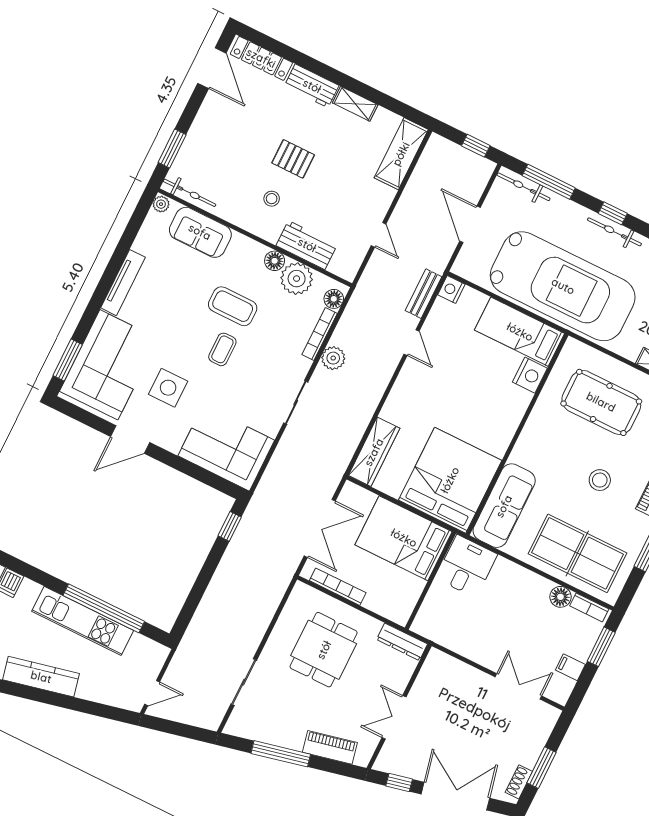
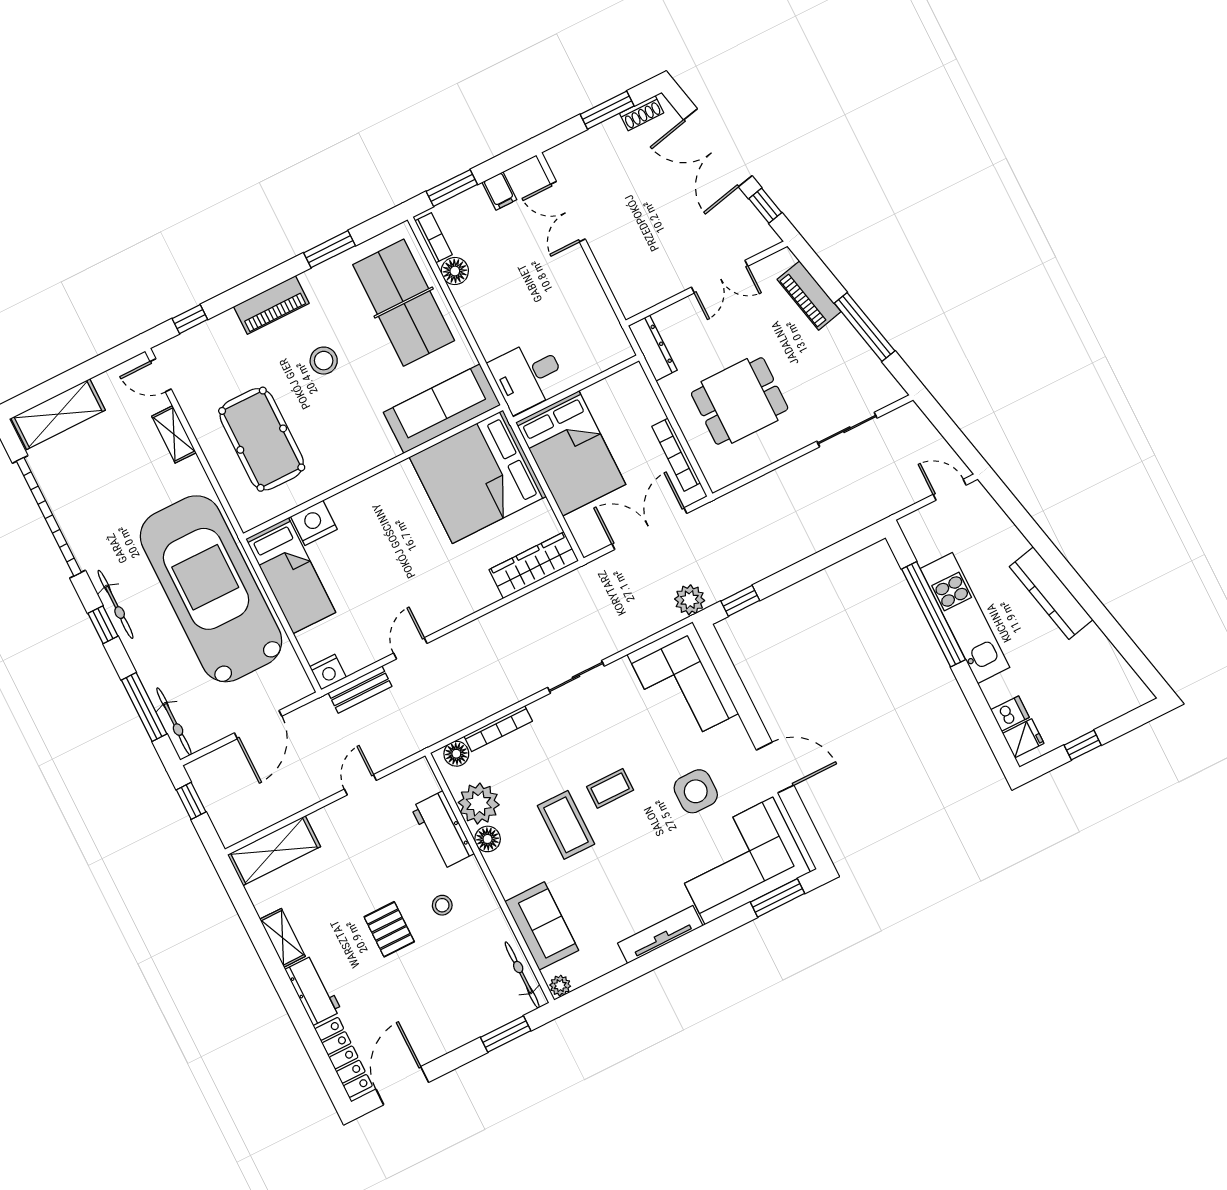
plant: (333, 358) -> (690, 600), moved

